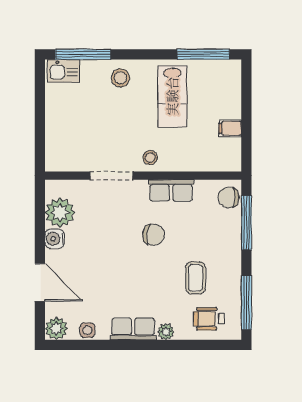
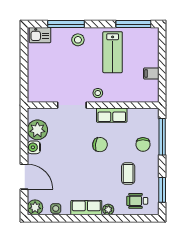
window: (83, 54) -> (66, 24), moved
chair: (229, 198) -> (143, 144), moved, turned -90
window: (246, 302) -> (162, 190), width x0.69

